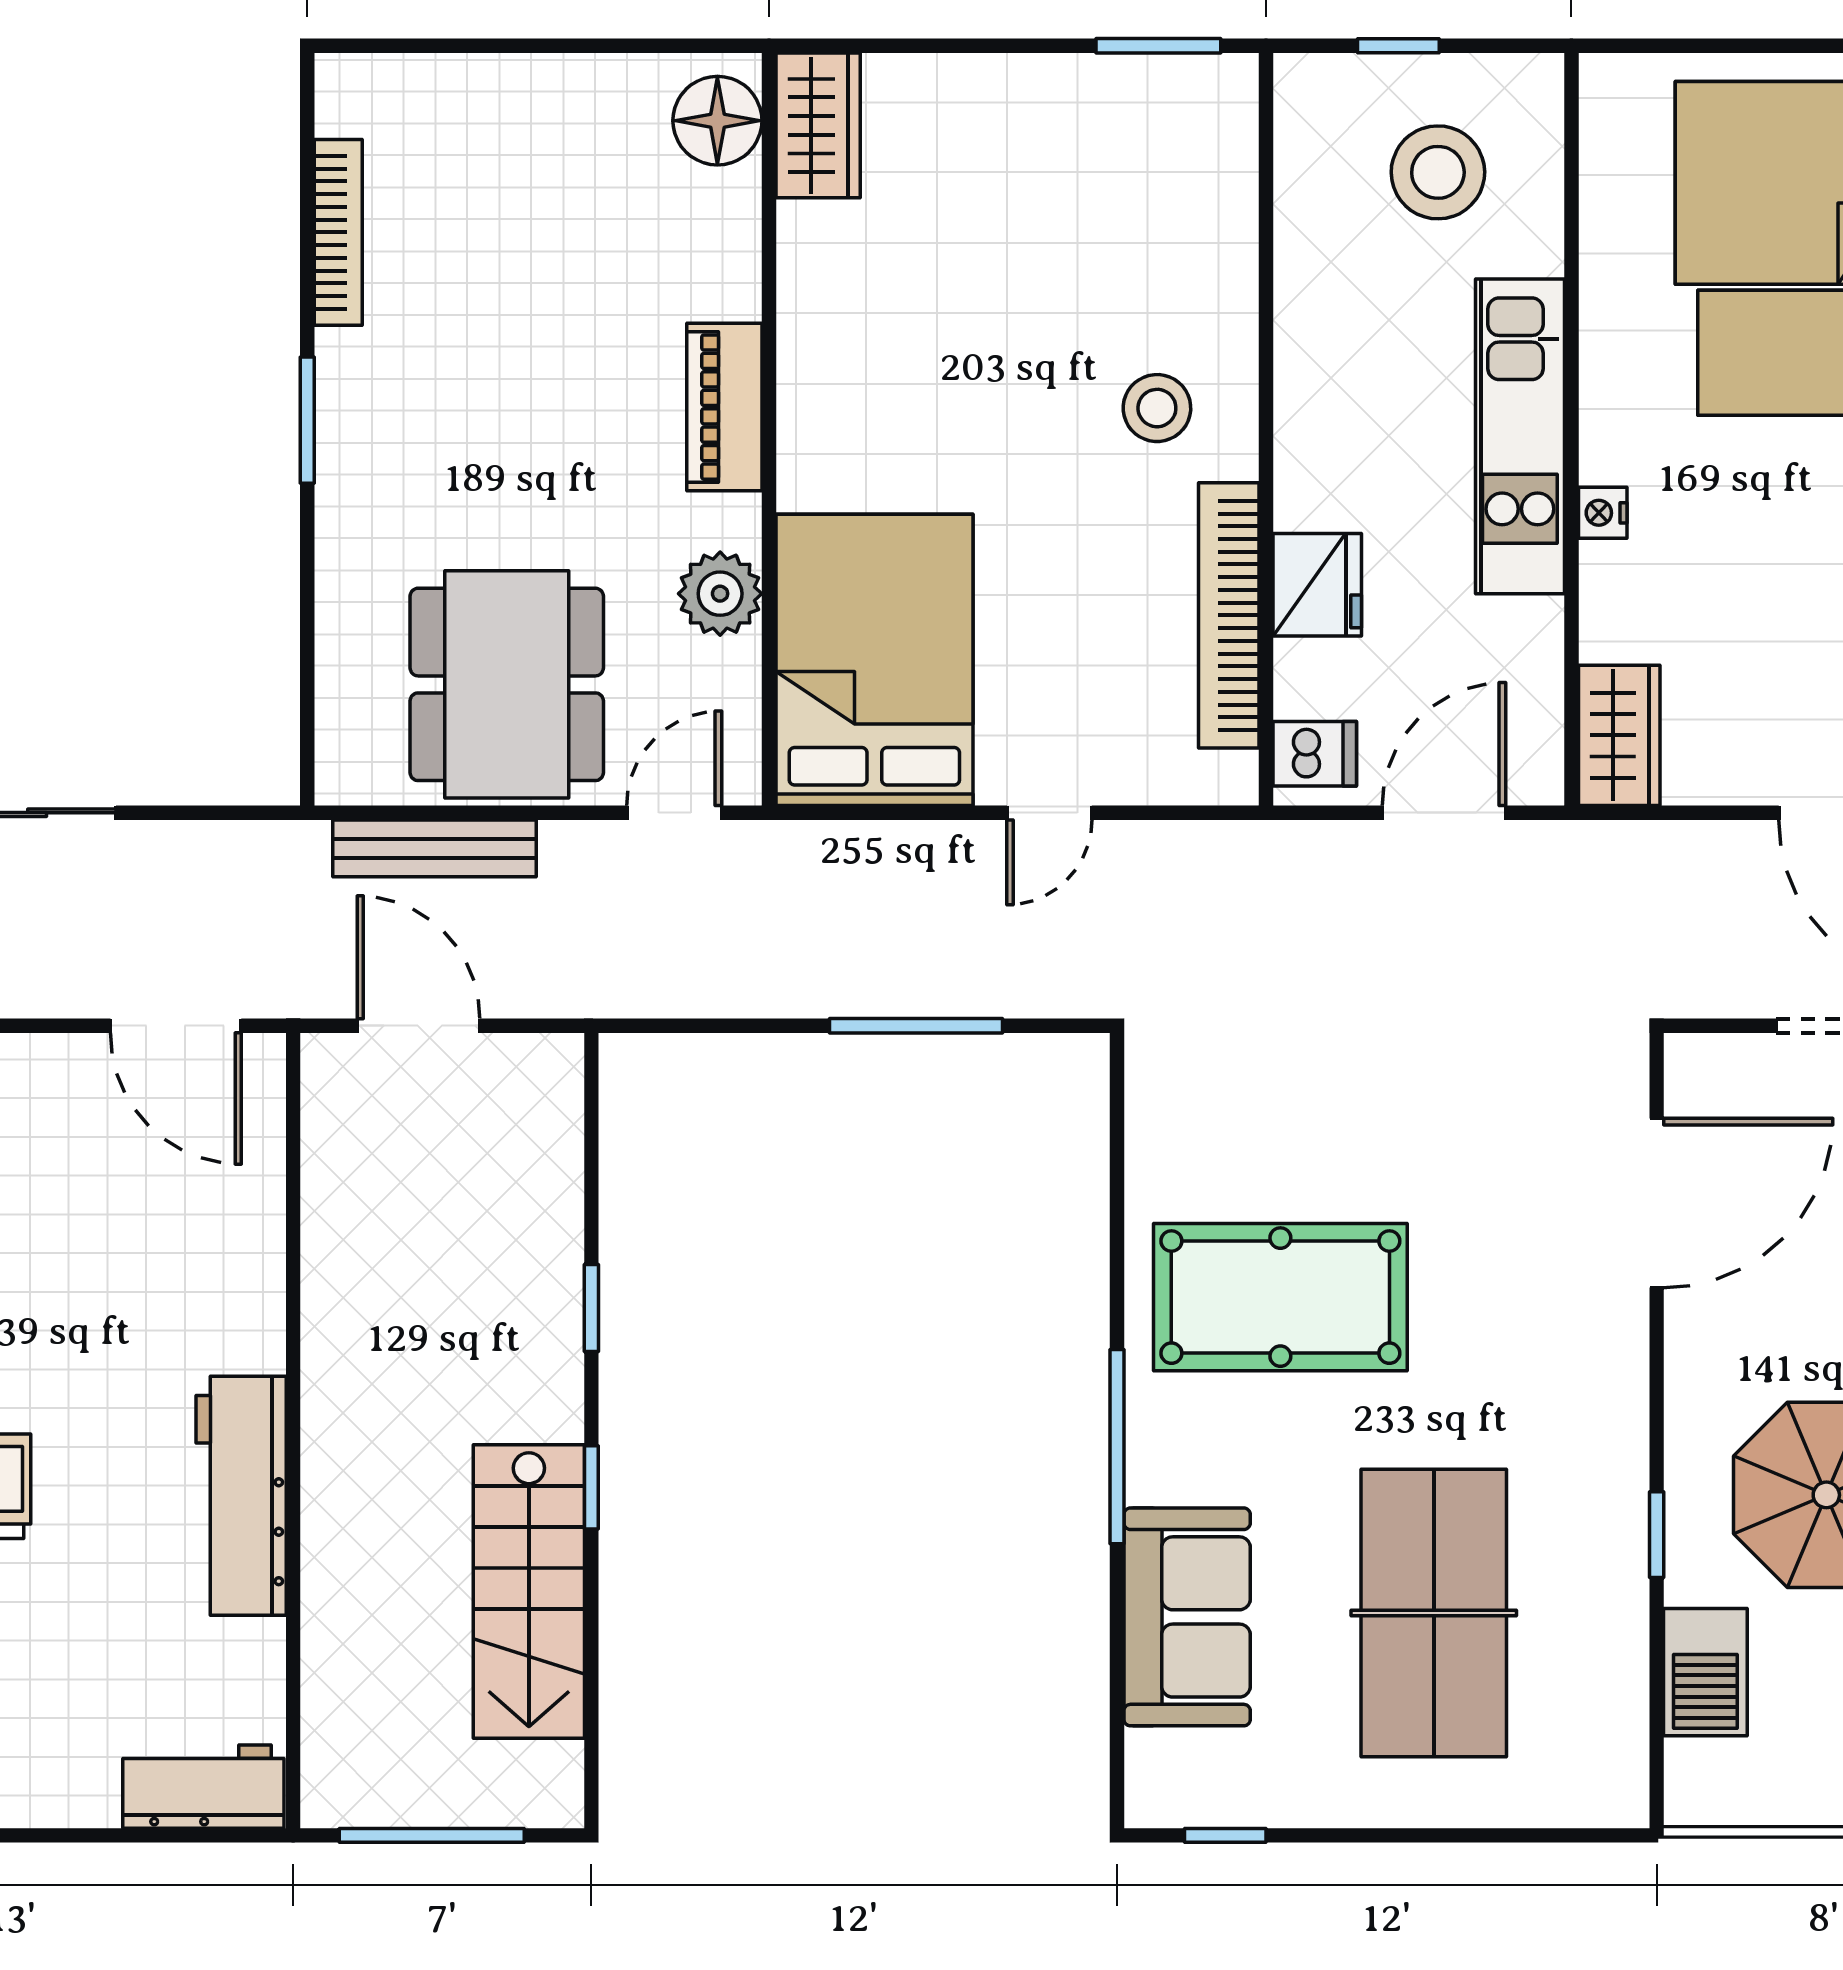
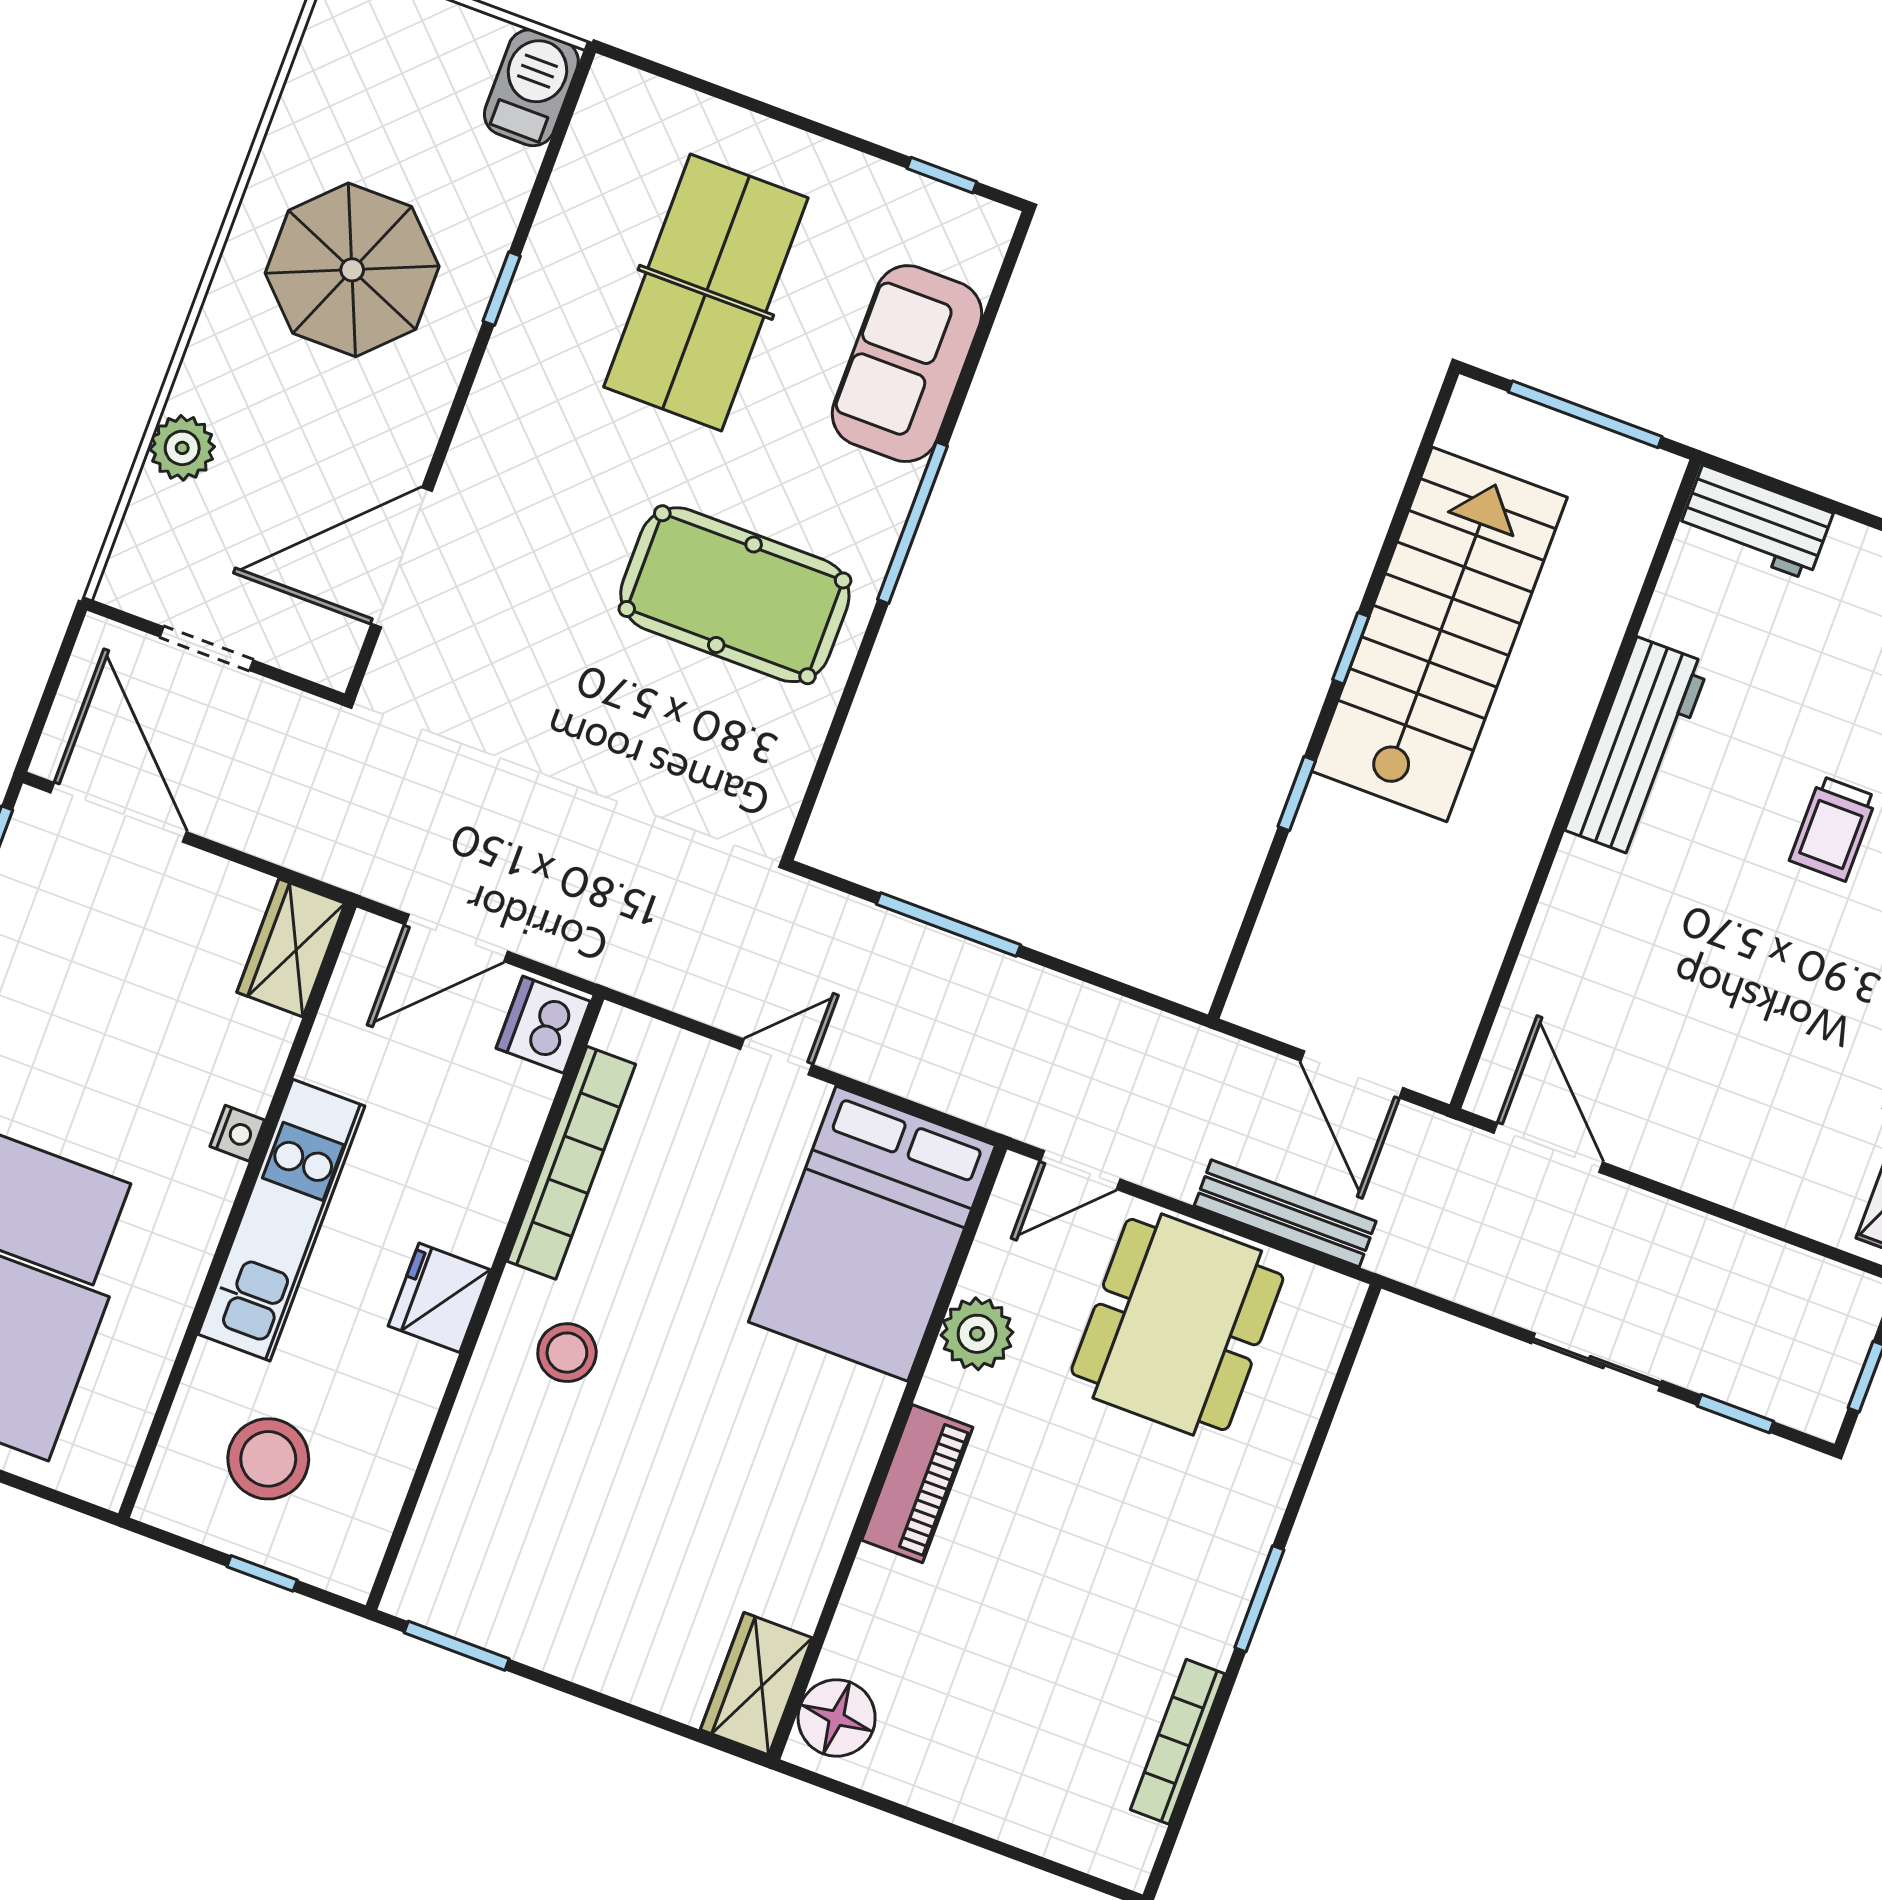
fridge: (1317, 585) -> (439, 1298), moved
dishwasher: (1315, 754) -> (543, 1025), width x1.38
stairs: (529, 1592) -> (1439, 634), width x1.36, depth x1.51
barbecue: (1705, 1672) -> (531, 88), moved

